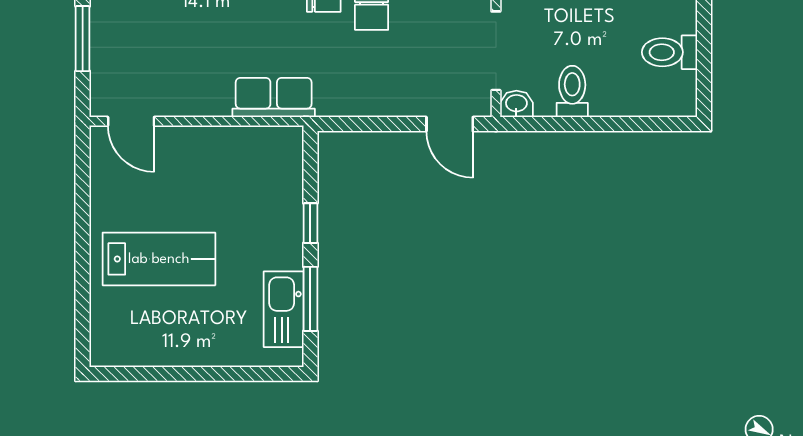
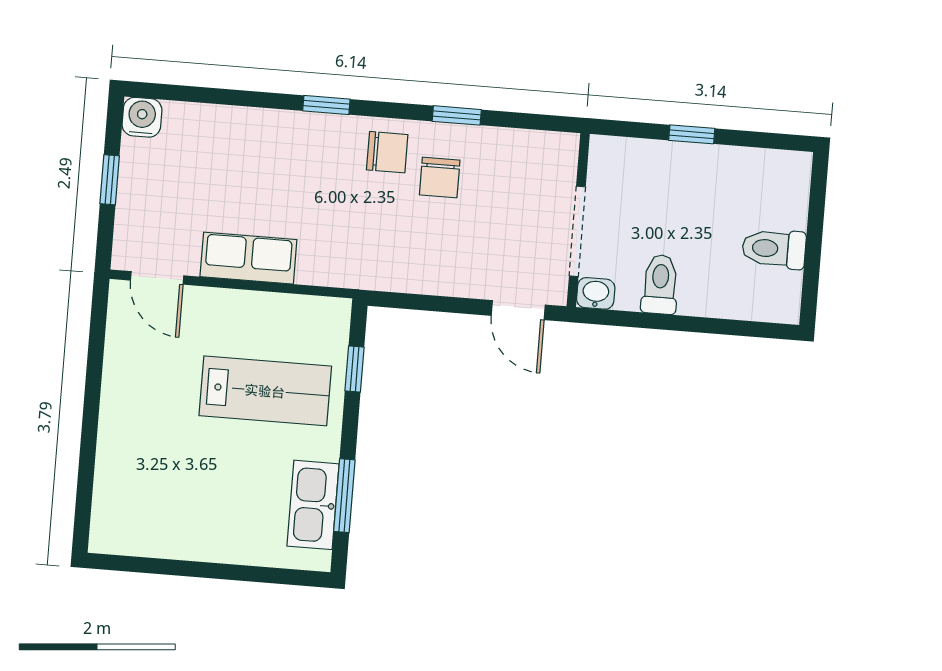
window: (83, 39) -> (110, 180), width x0.67
row of seats: (274, 98) -> (248, 258), moved
window: (310, 223) -> (355, 369), moved
lab bench: (159, 259) -> (265, 391), moved

